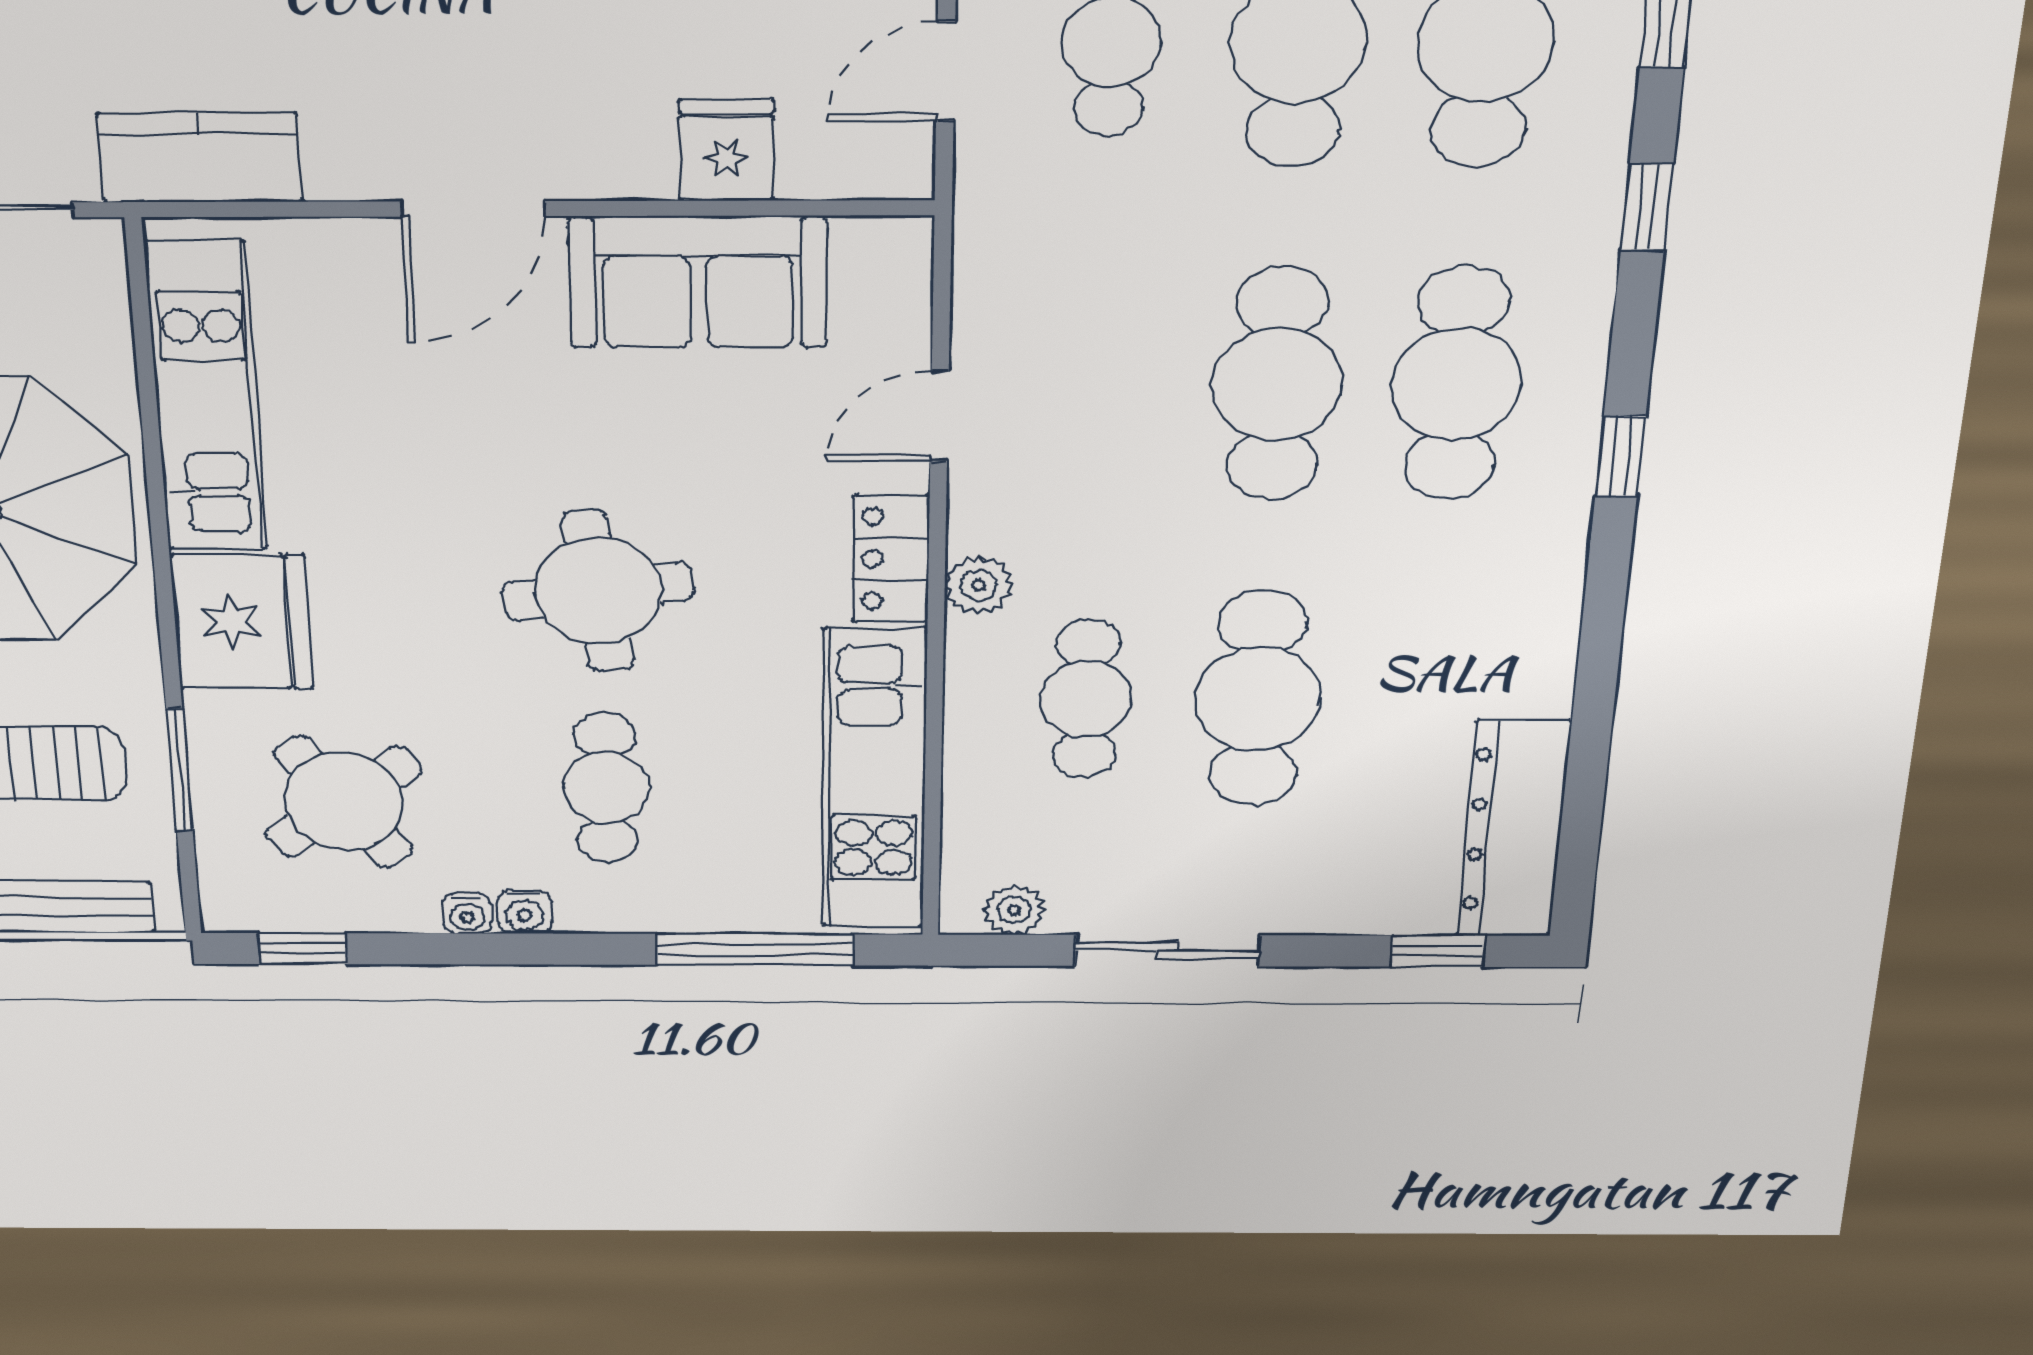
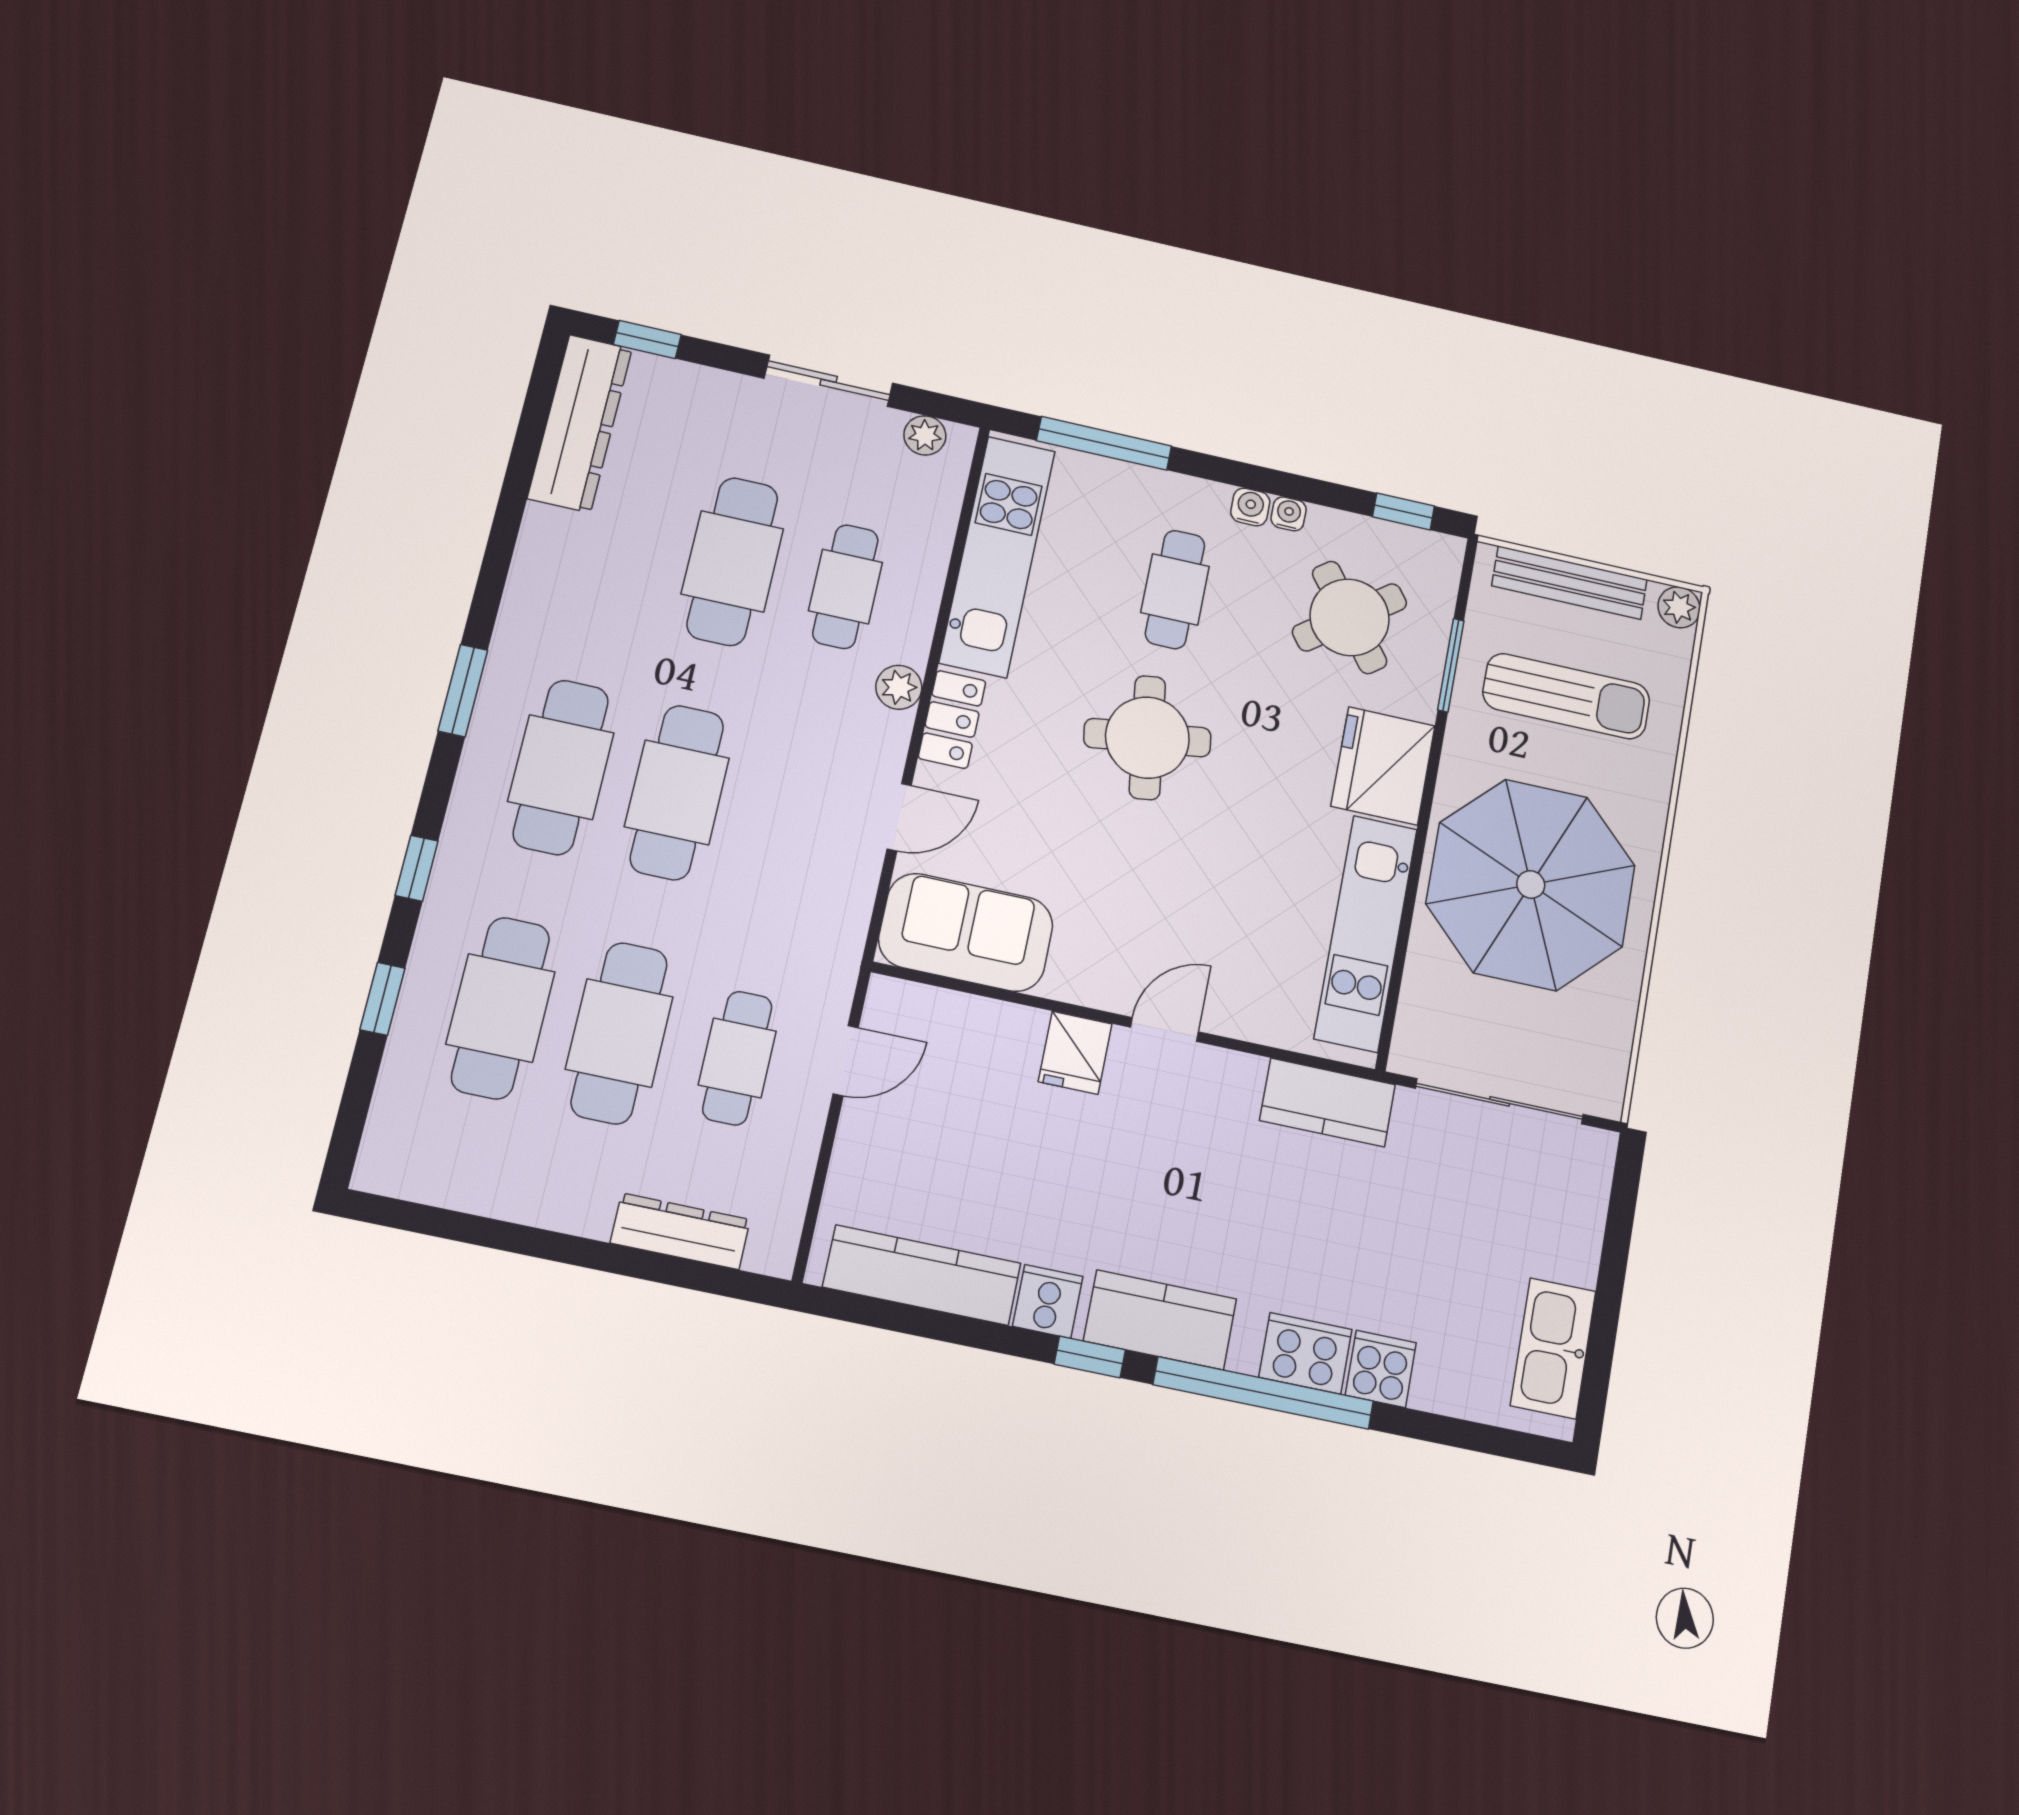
fridge: (727, 150) -> (1075, 1053), moved
door: (473, 209) -> (1164, 1030), width x0.73
sofa: (698, 282) -> (966, 932), moved
window: (1620, 456) -> (463, 691), width x1.50

